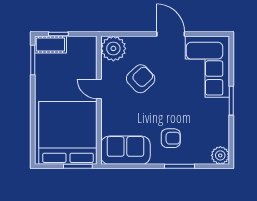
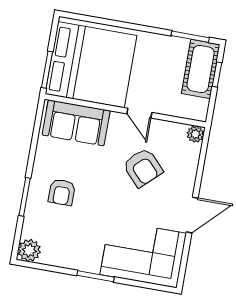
cot: (50, 45) -> (201, 69), width x1.37, depth x1.34
plant: (113, 48) -> (195, 134), width x0.53, depth x0.53
door: (99, 89) -> (139, 113), swing flipped
sofa: (125, 150) -> (76, 123), moved, turned 90

